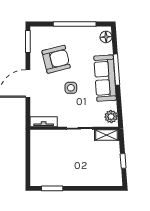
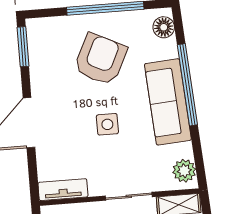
armchair: (56, 59) -> (100, 59), moved, turned -50
window: (116, 70) -> (187, 85), width x1.46

